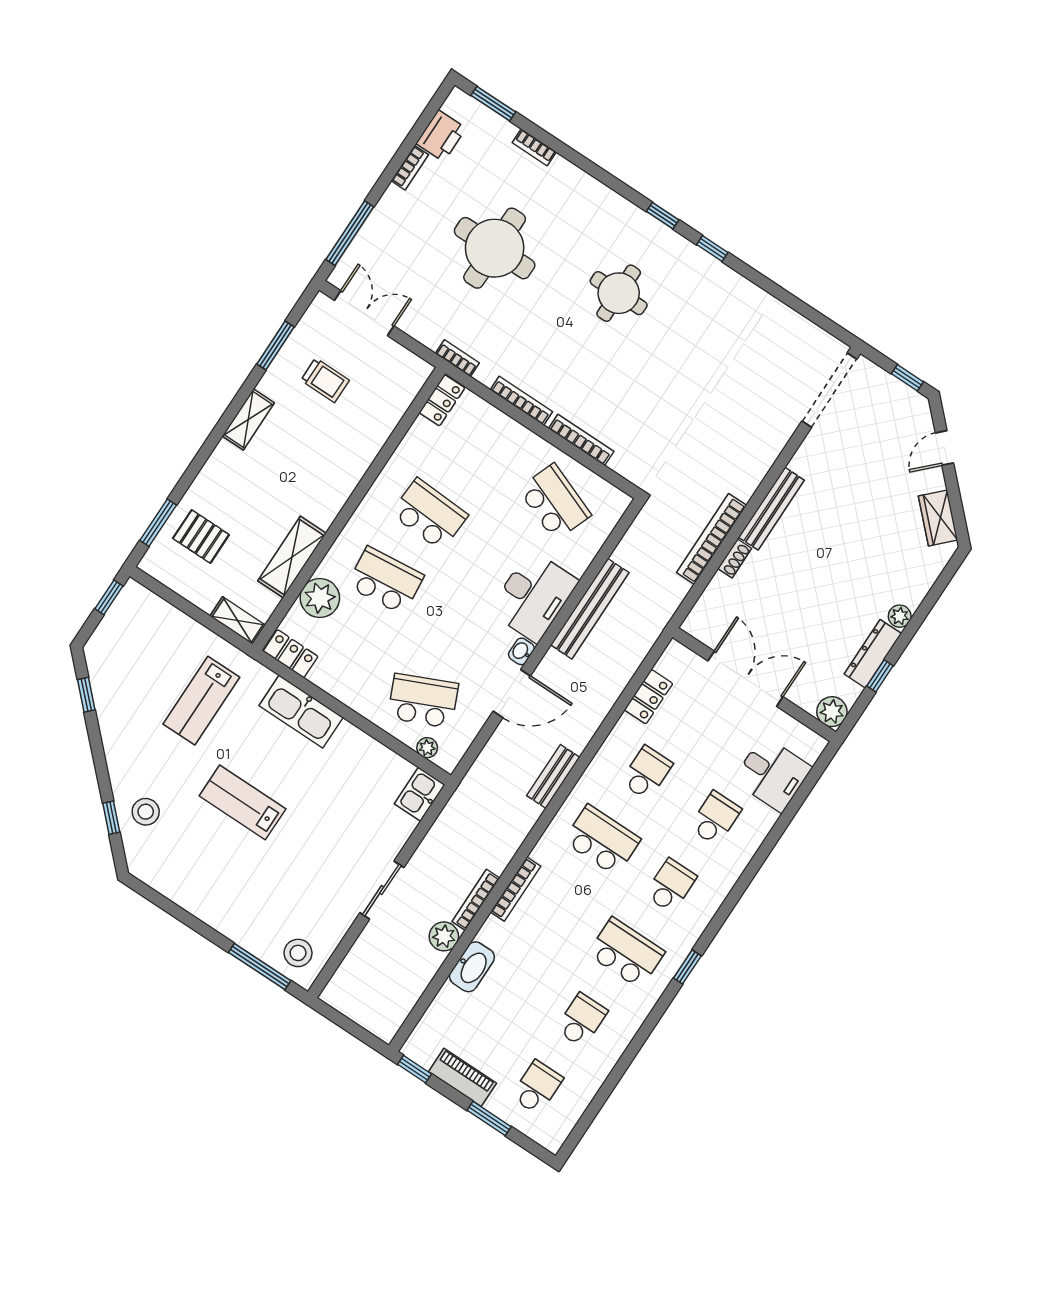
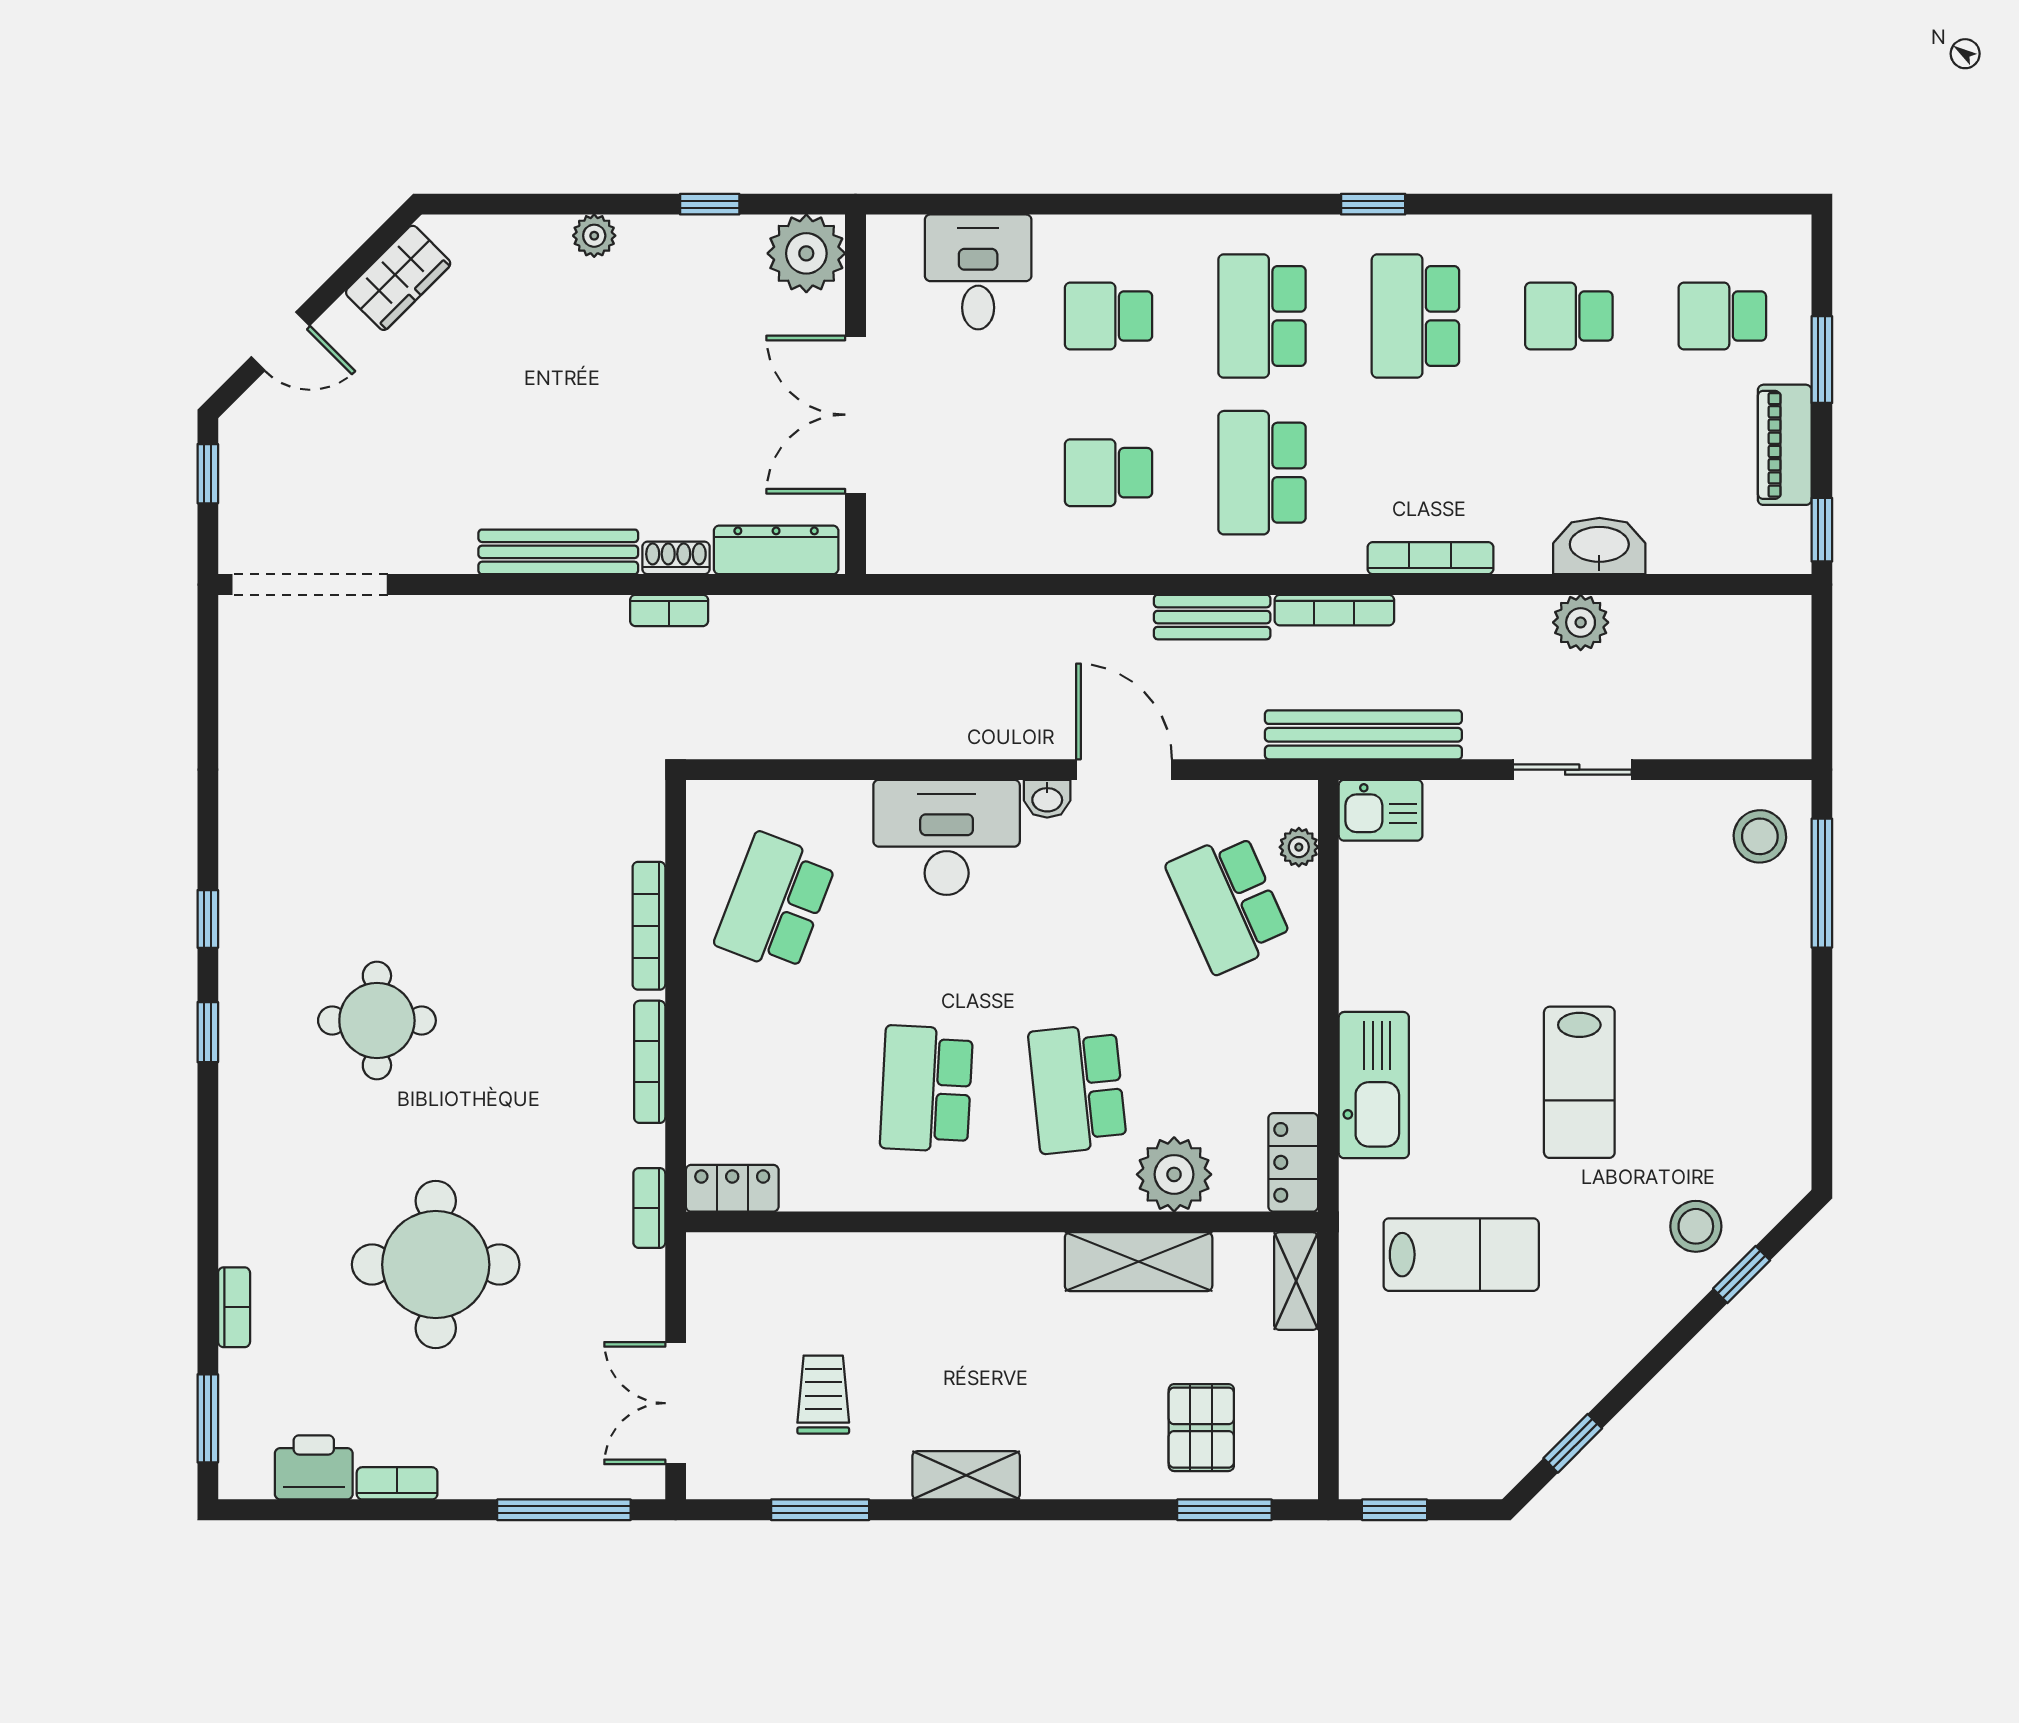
bookcase: (711, 539) -> (669, 610), width x0.43, depth x0.76
bench: (590, 609) -> (1363, 735), moved
dresser: (873, 654) -> (776, 550), moved, turned 180
locker: (649, 697) -> (986, 549), removed
plant: (832, 712) -> (806, 253), width x1.36, depth x1.36
school desk: (671, 886) -> (1262, 316), width x1.85
bookcase: (476, 900) -> (1334, 610), moved

